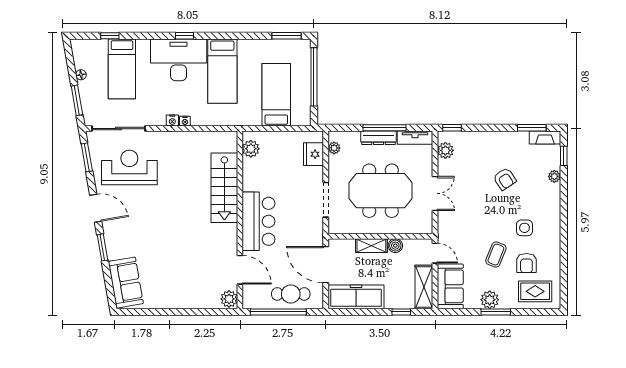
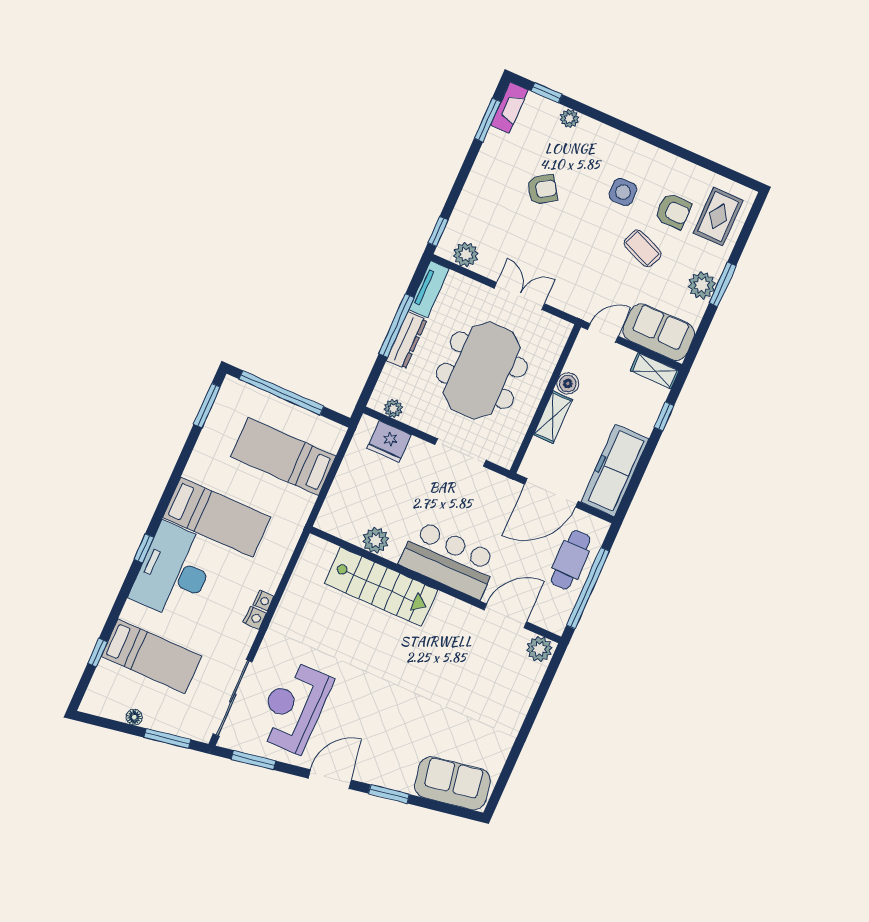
plant: (251, 149) -> (376, 540), moved
shelving: (424, 287) -> (655, 371), width x0.67, depth x0.75

